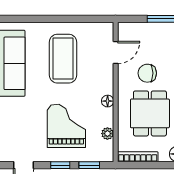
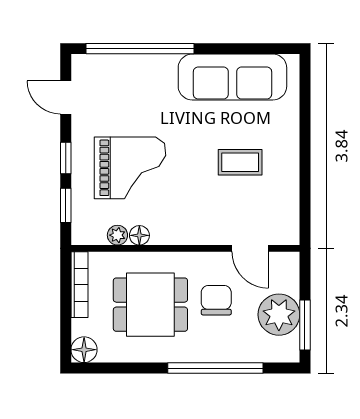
plant: (156, 35) -> (279, 315), added
coffee table: (63, 59) -> (240, 162), width x0.54, depth x0.58
floor lamp: (108, 101) -> (139, 235), moved

